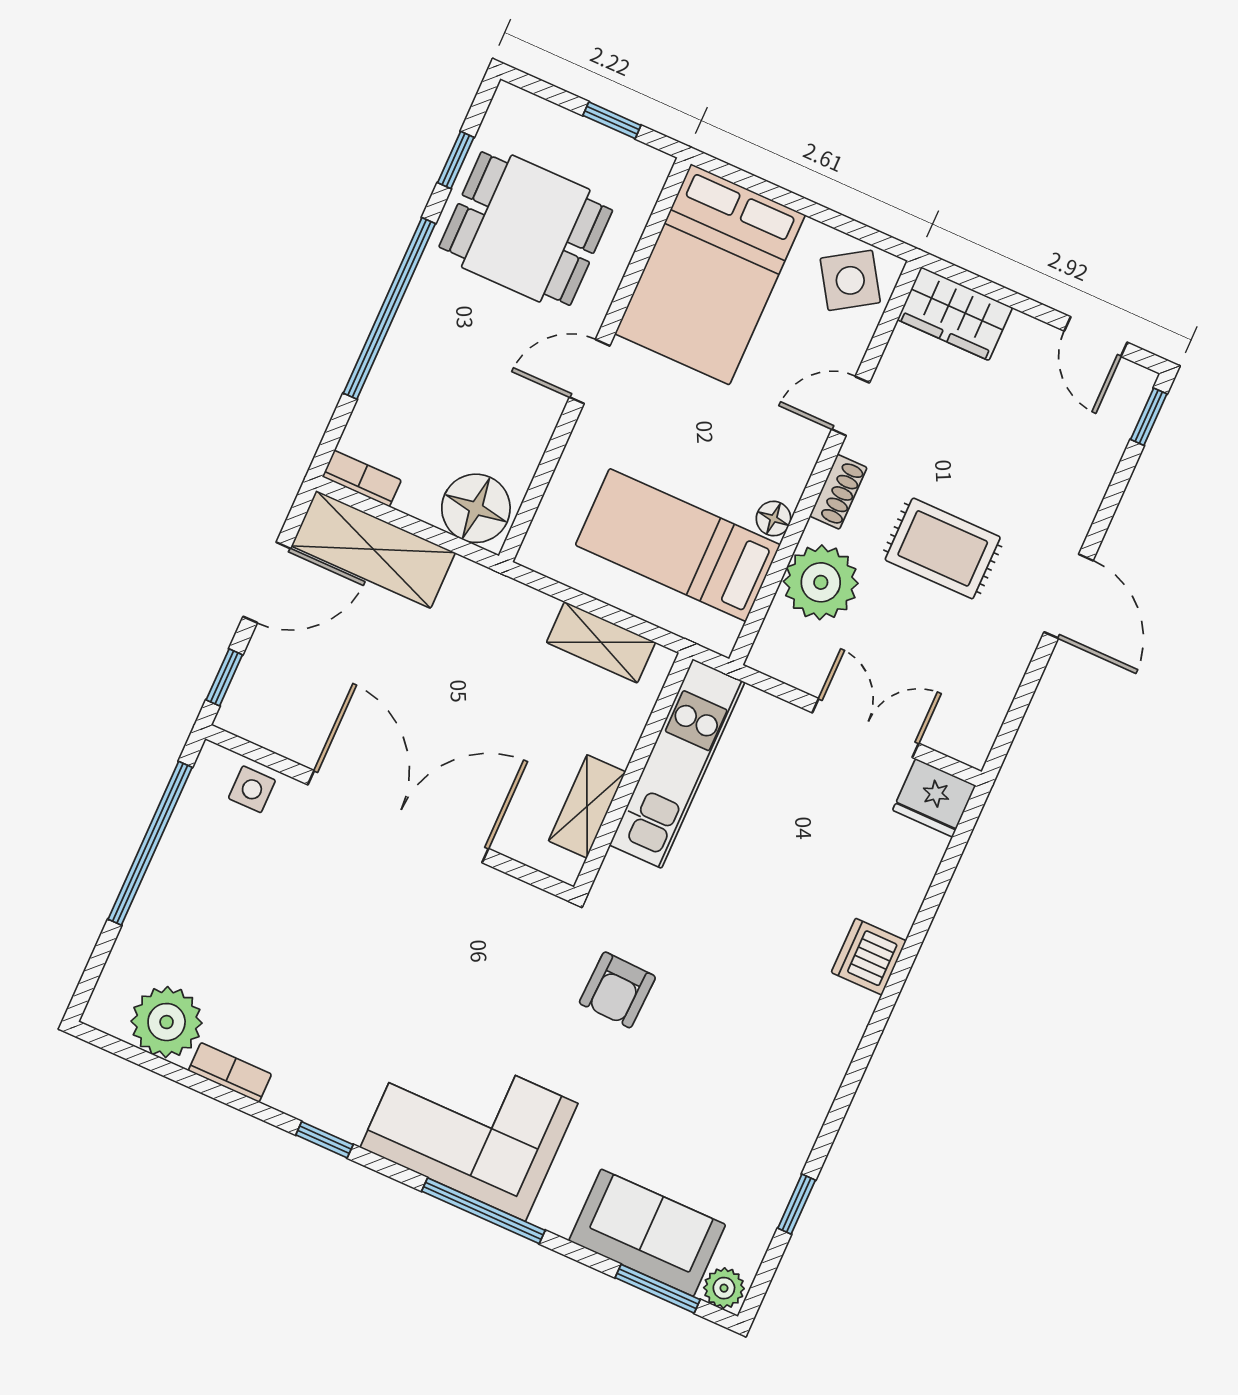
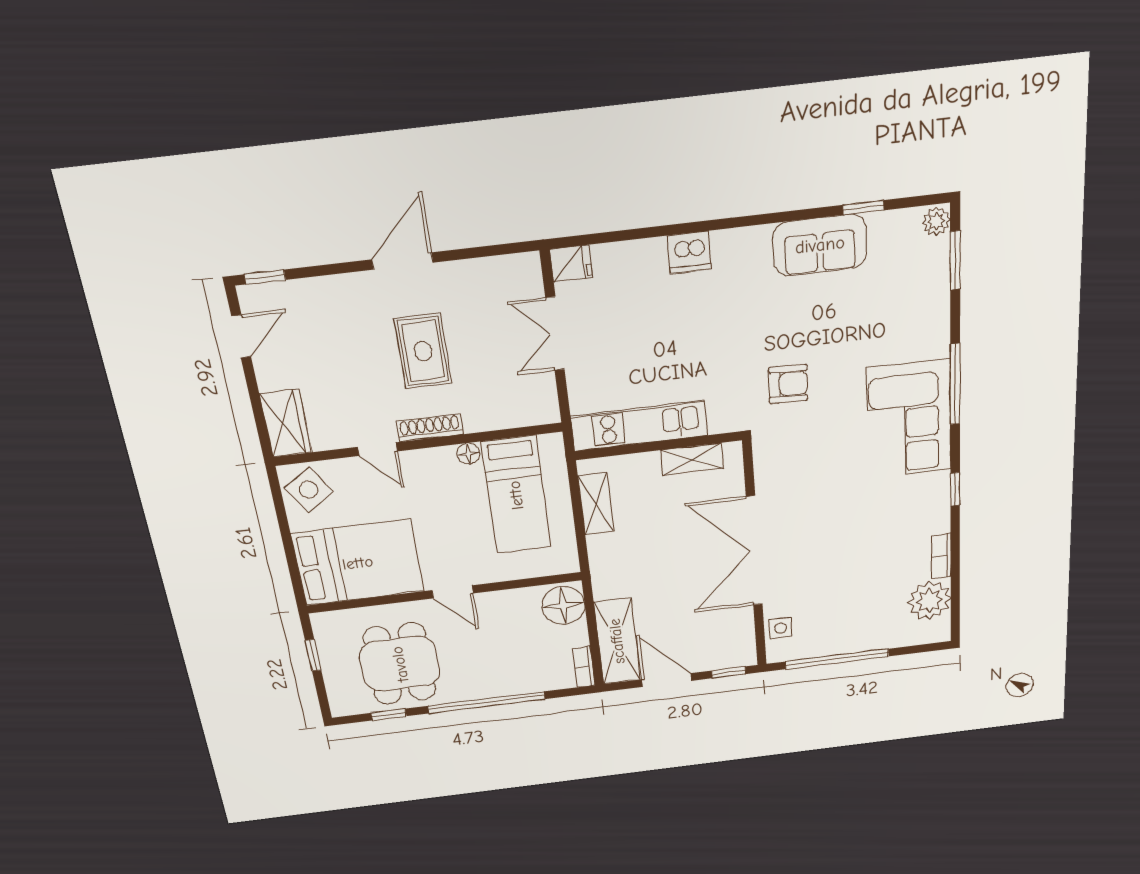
shoe rack: (838, 492) -> (430, 428), width x1.43
plant: (821, 582) -> (487, 407), removed
fridge: (934, 798) -> (571, 263), width x0.72
sofa: (647, 1233) -> (820, 245), moved, turned -90

